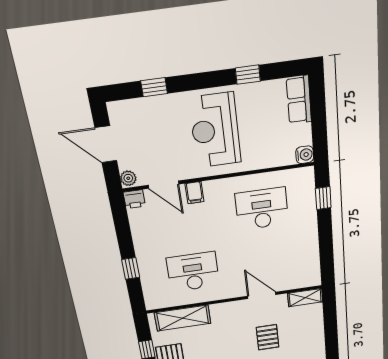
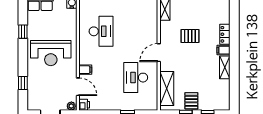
door: (164, 185) -> (78, 87), hinge flipped
desk: (262, 209) -> (101, 31), turned 180
door: (262, 295) -> (159, 53), moved

